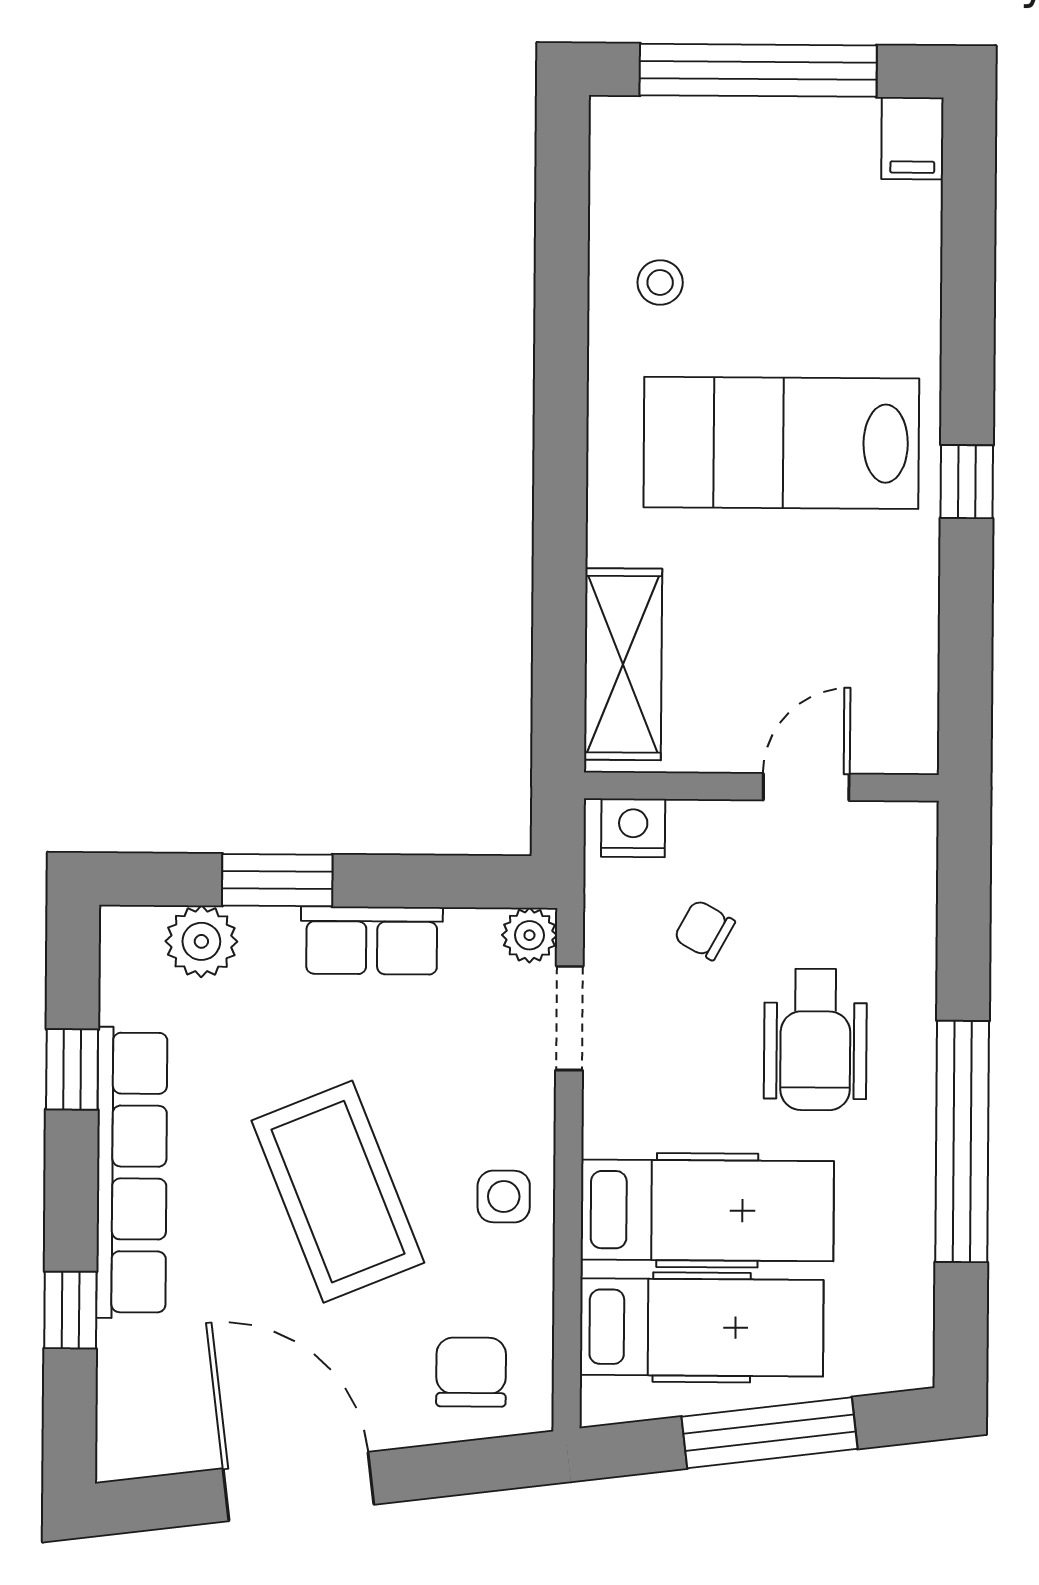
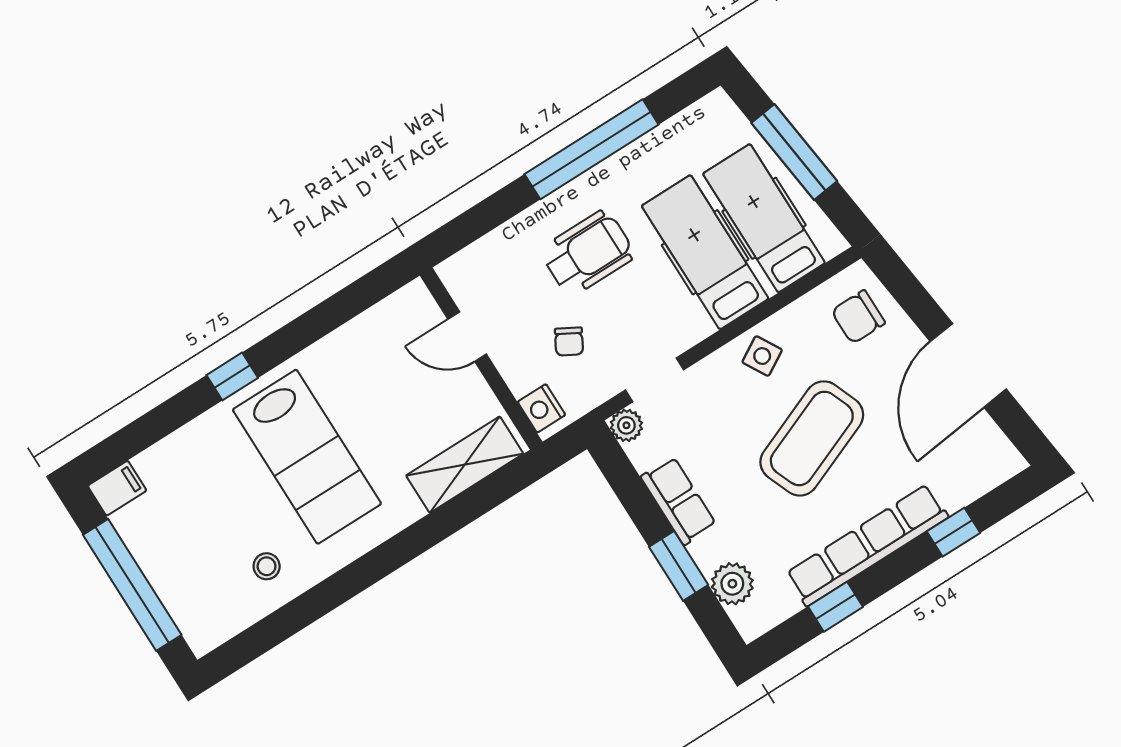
window: (967, 482) -> (232, 376), moved
side table: (504, 1196) -> (762, 356), turned -30

